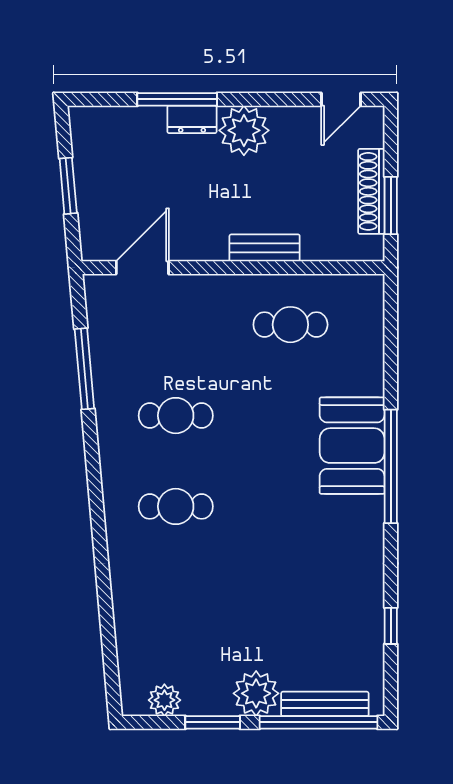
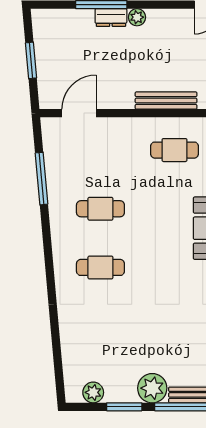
plant: (244, 130) -> (137, 17), width x0.53, depth x0.53
bench: (265, 248) -> (166, 101), width x1.36

